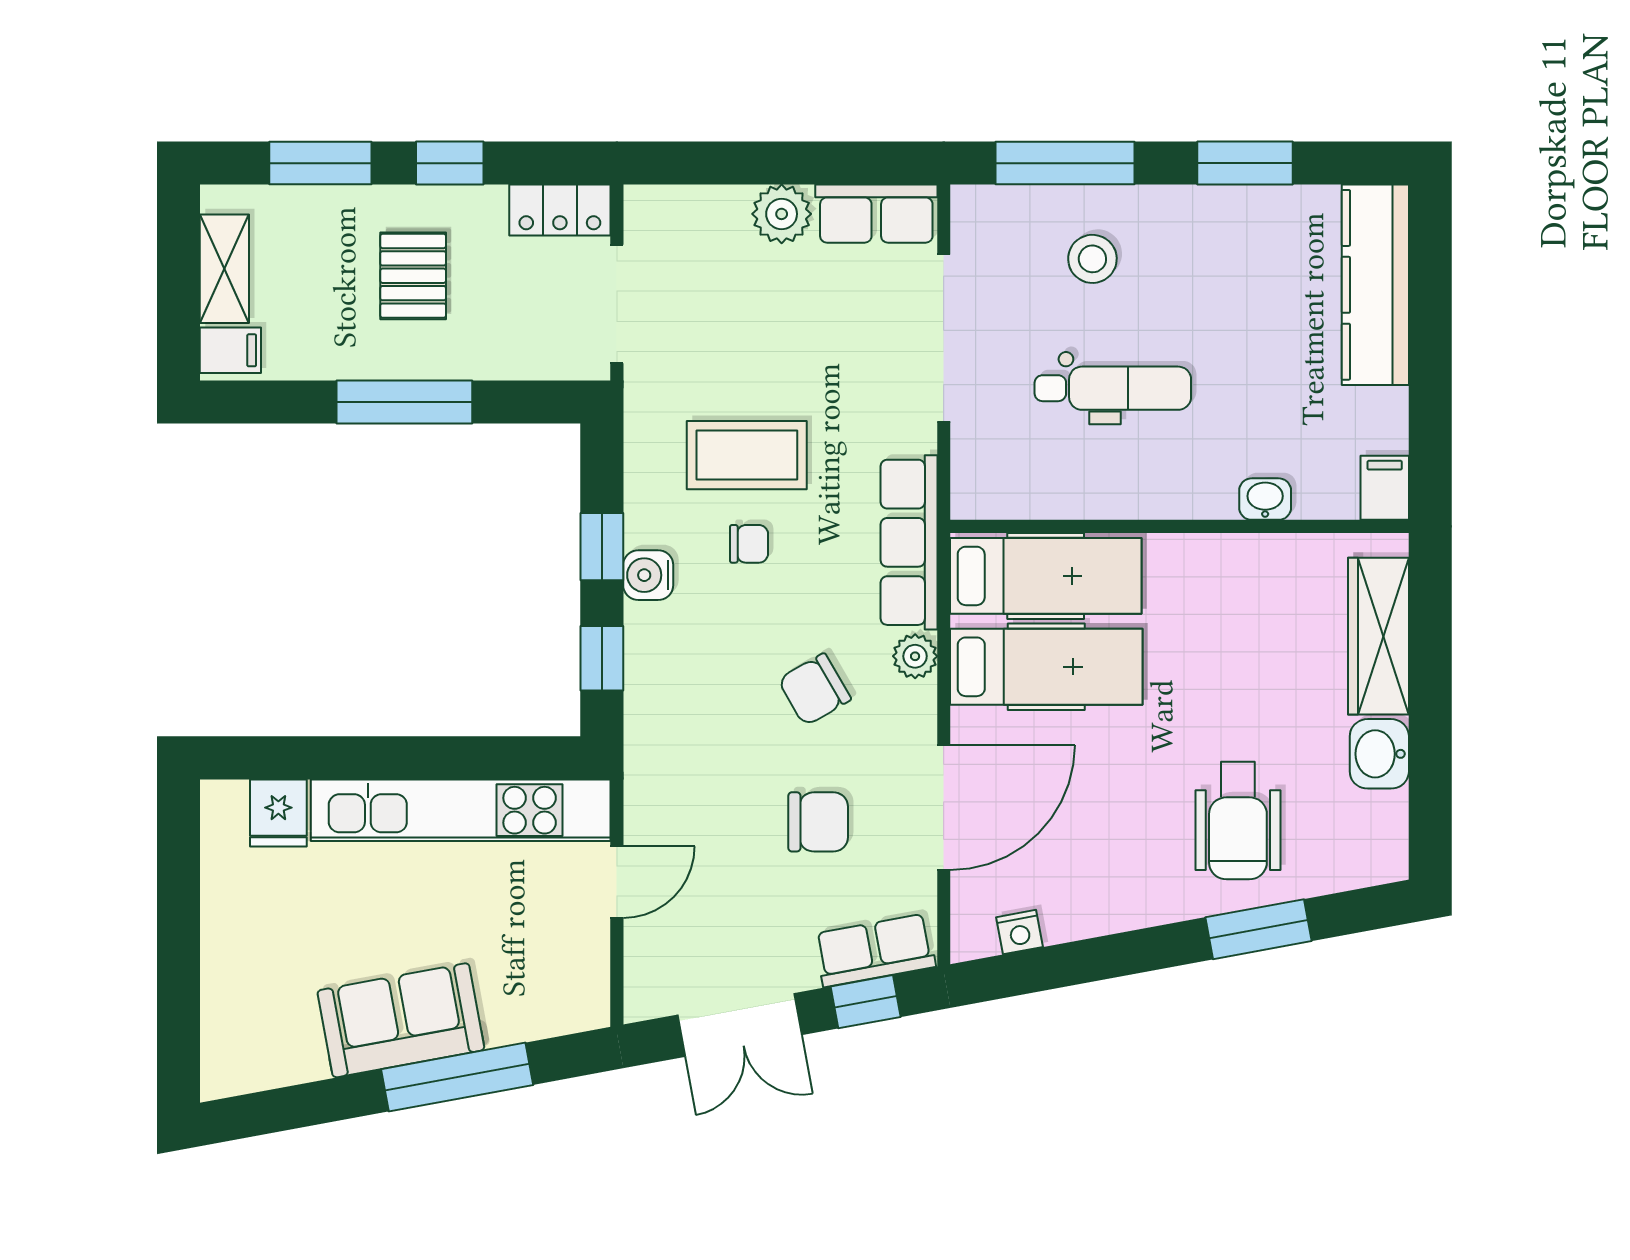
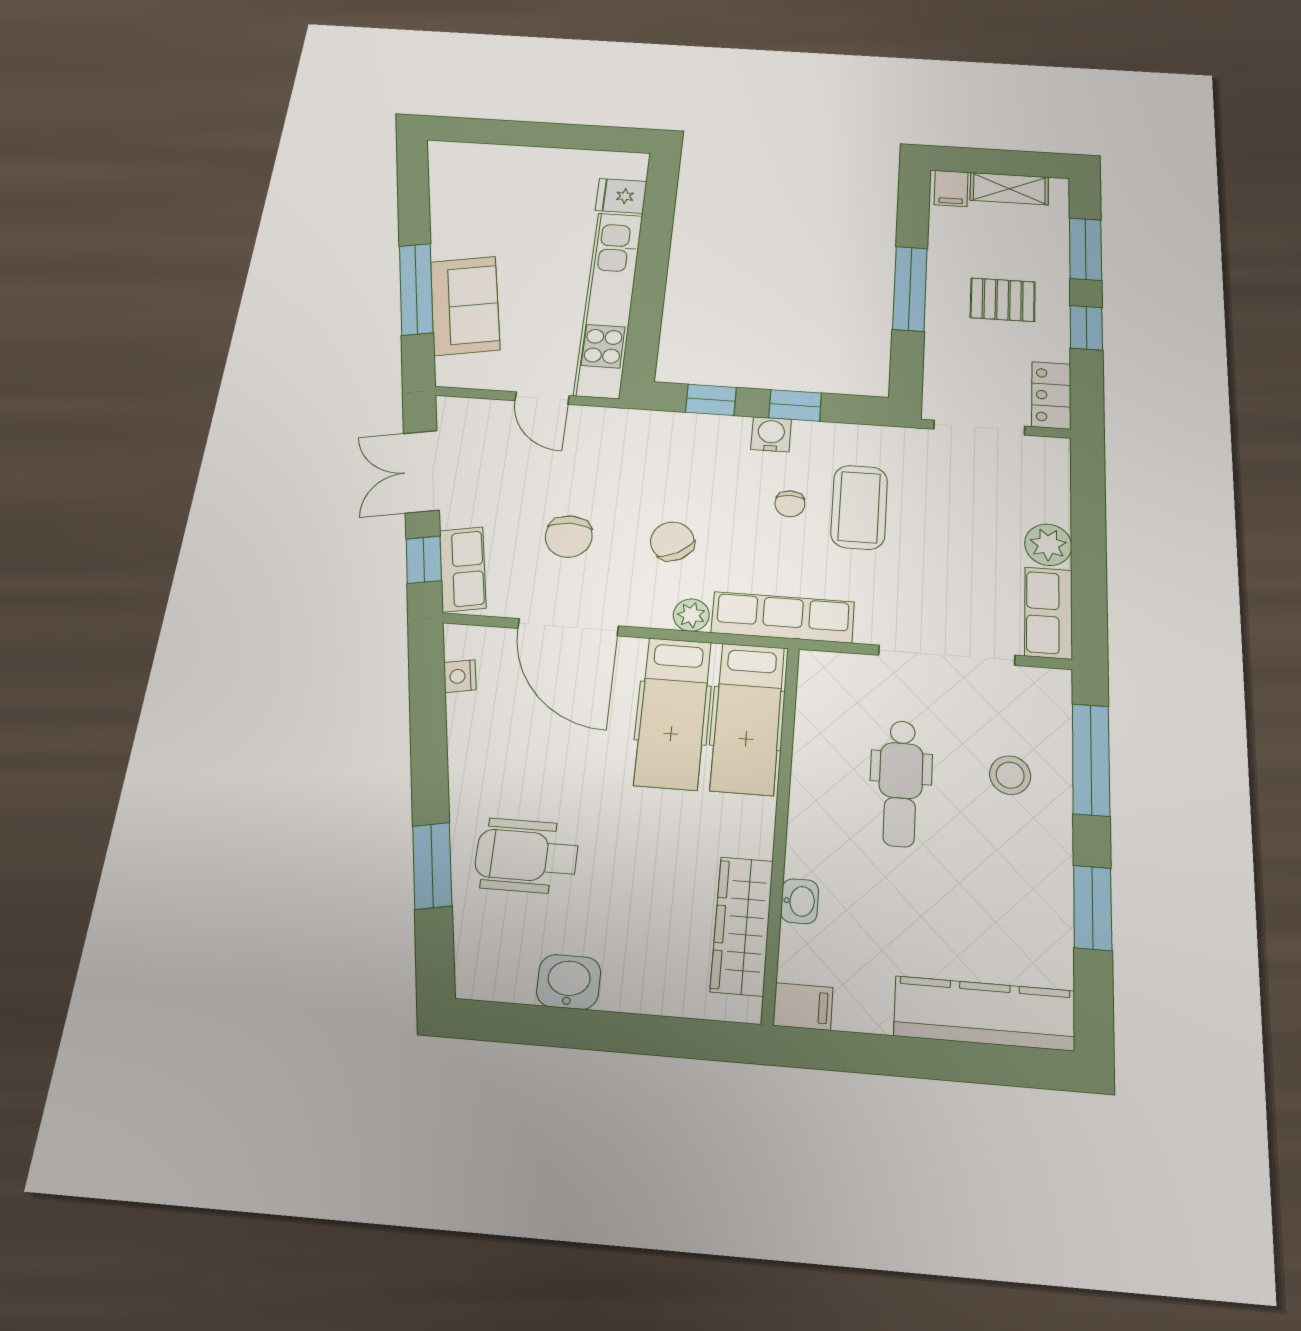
wardrobe: (1378, 636) -> (742, 926), moved, turned -90
sofa: (401, 1020) -> (465, 305), moved

